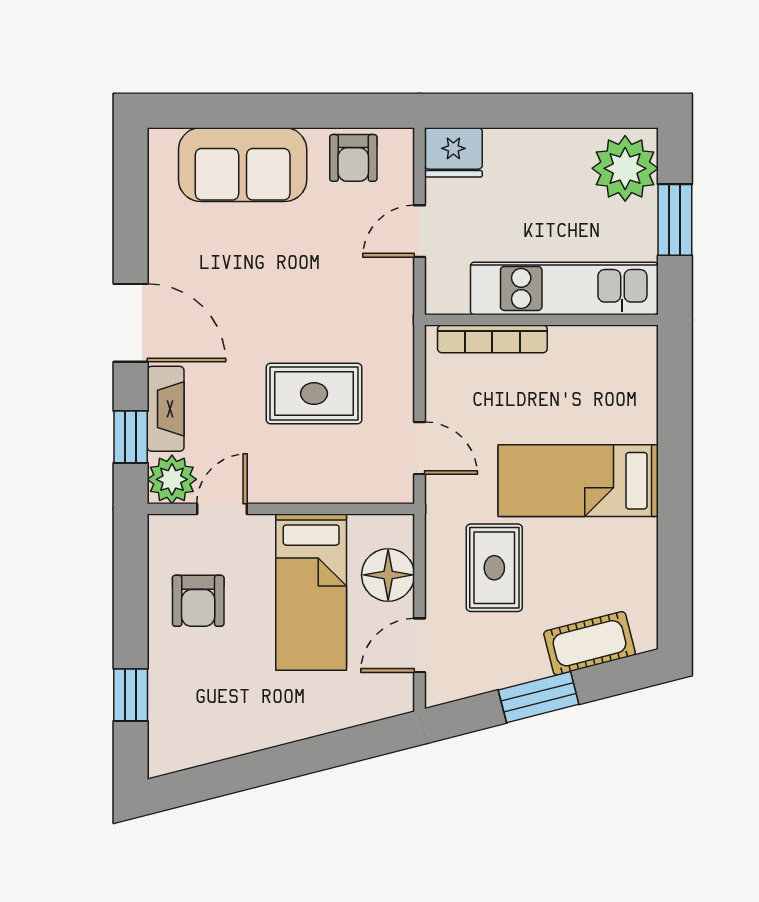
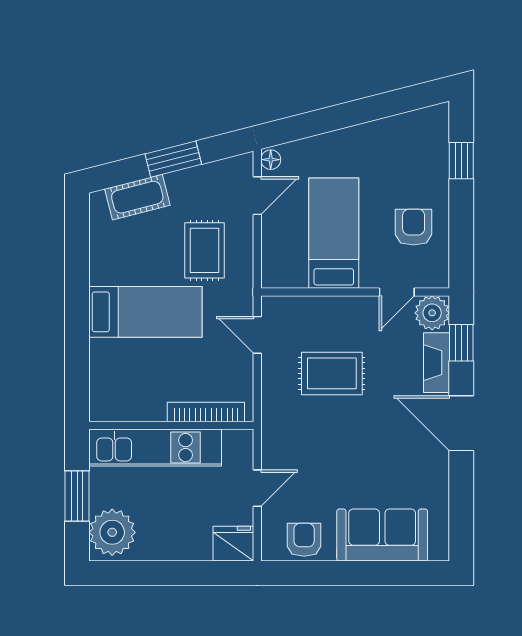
floor lamp: (388, 575) -> (271, 160), moved, width x0.53, depth x0.53

